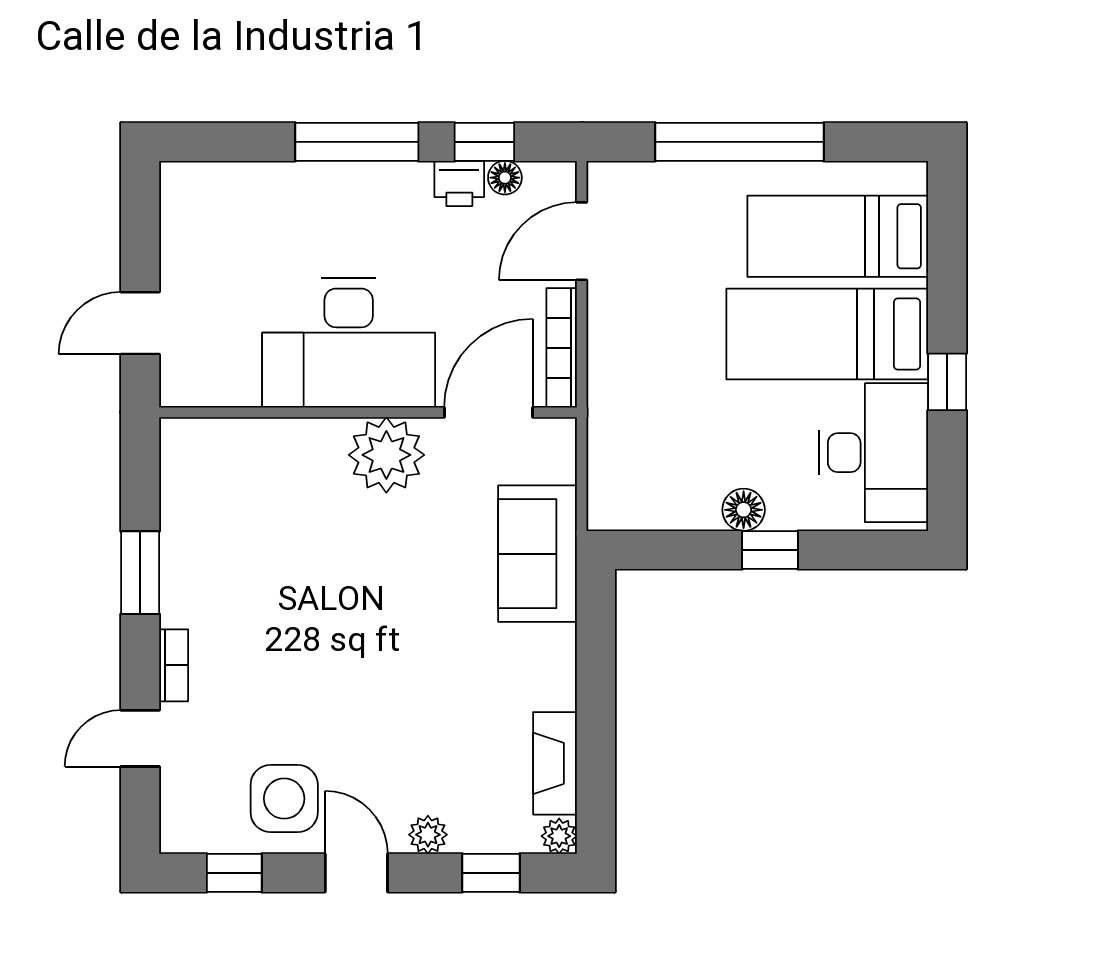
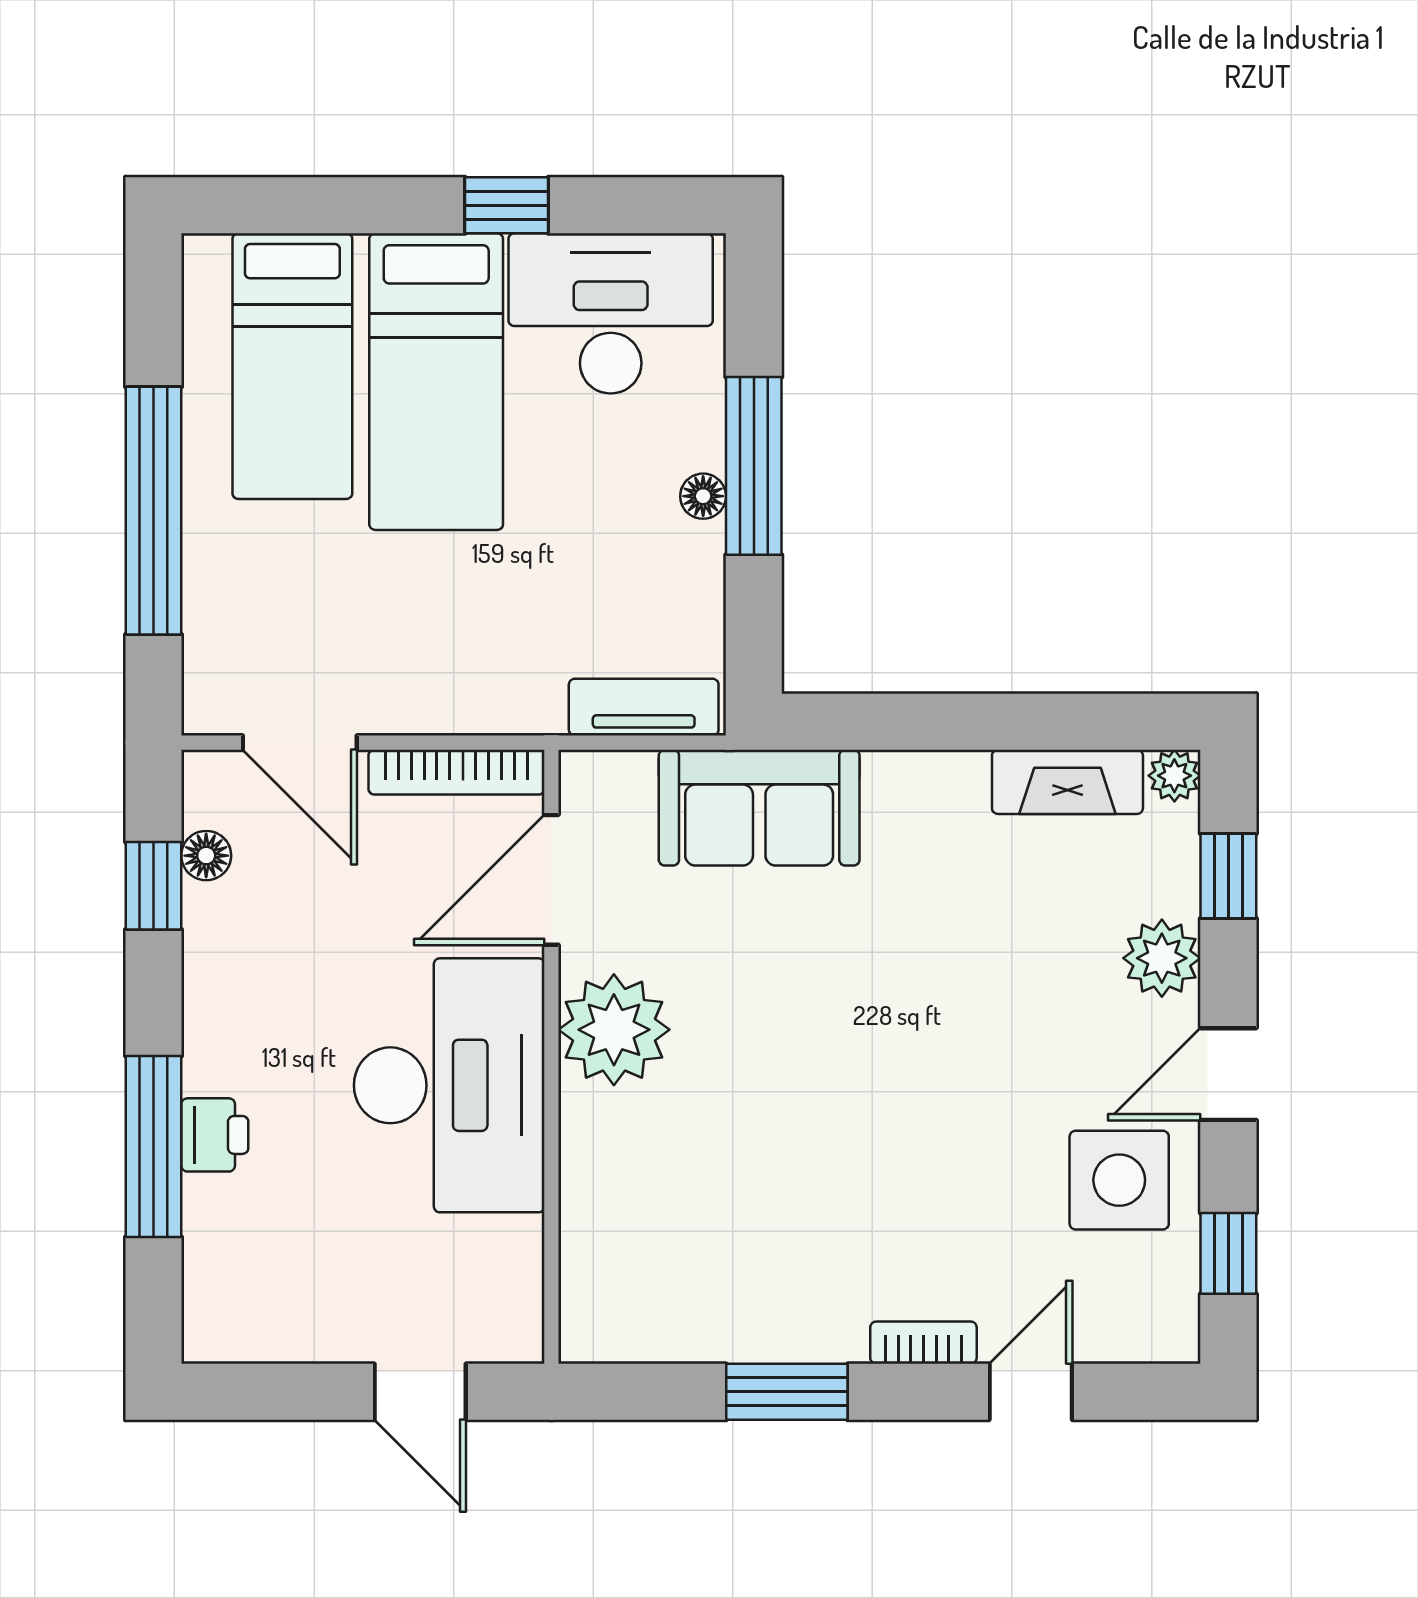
window: (357, 142) -> (154, 1147), moved
printer: (459, 183) -> (215, 1135), moved
door: (488, 412) -> (551, 880), hinge flipped
tv unit: (606, 475) -> (644, 707), added
floor lamp: (744, 510) -> (703, 496), width x0.73, depth x0.73
window: (770, 550) -> (754, 466), width x2.17
door: (140, 738) -> (1031, 1392), swing flipped
plant: (428, 835) -> (1162, 958), width x1.38, depth x1.38

